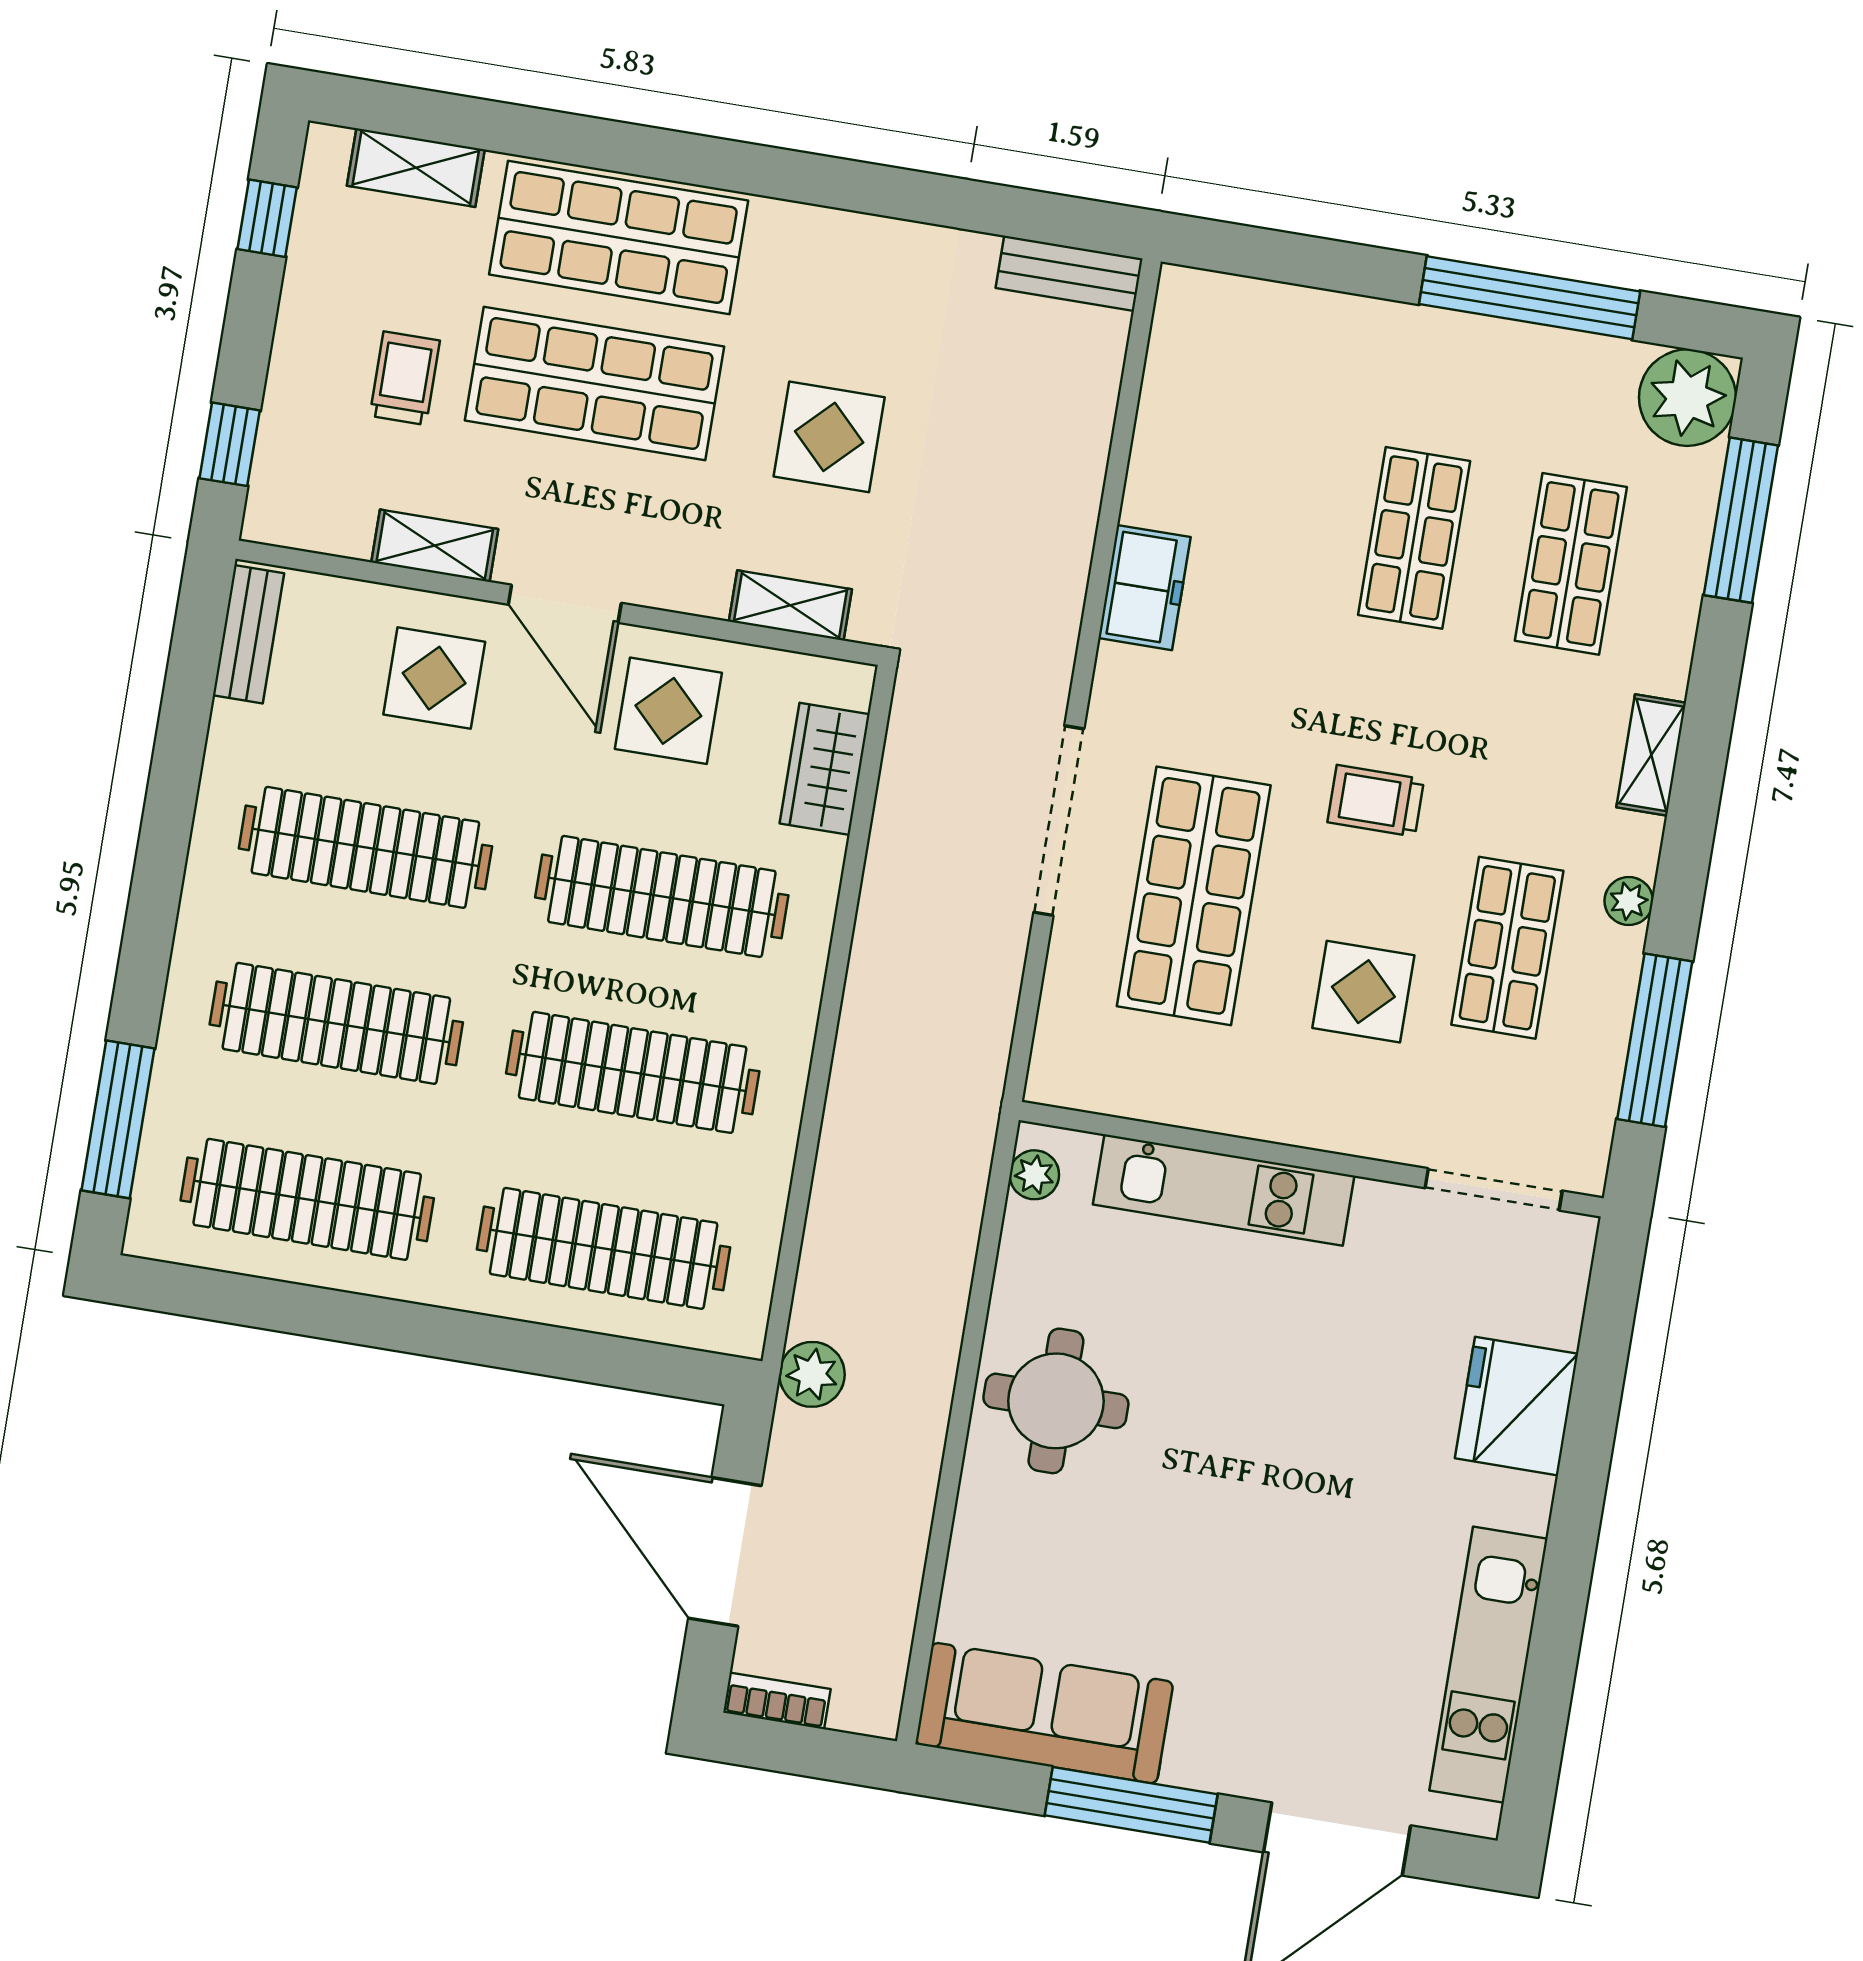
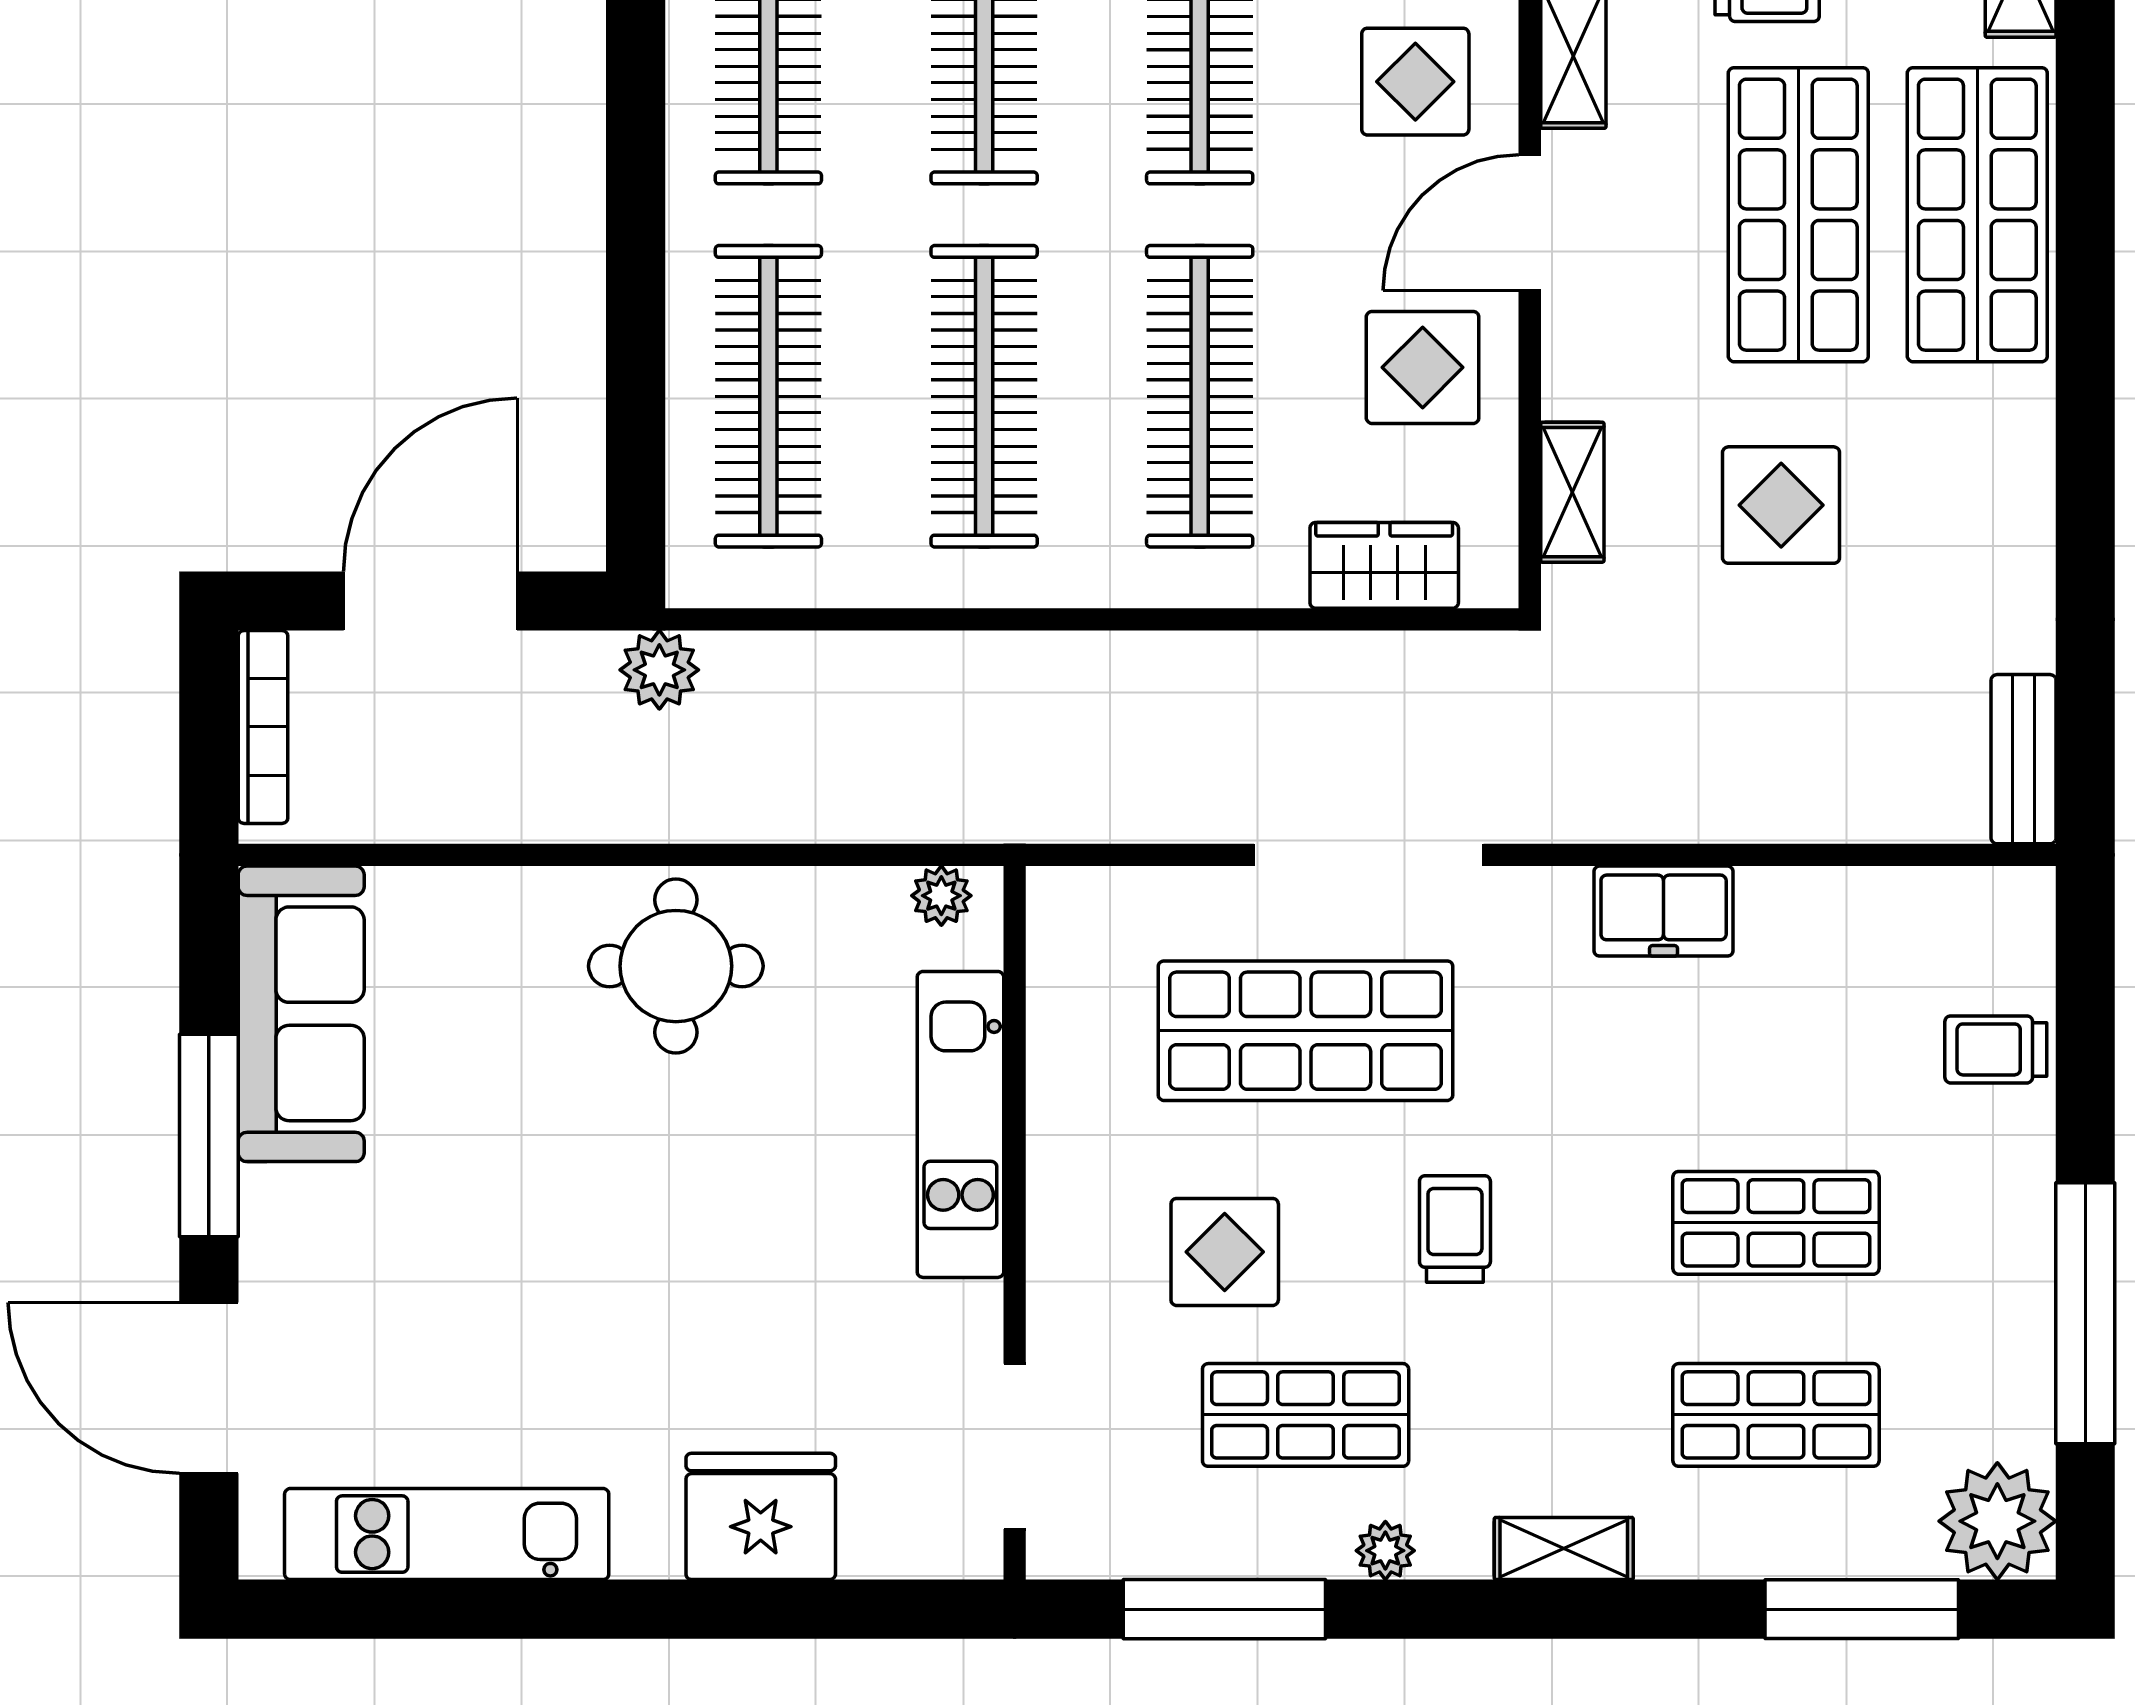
trolley: (1302, 335) -> (1996, 1049), added
bookcase: (777, 1701) -> (263, 727), width x1.56

